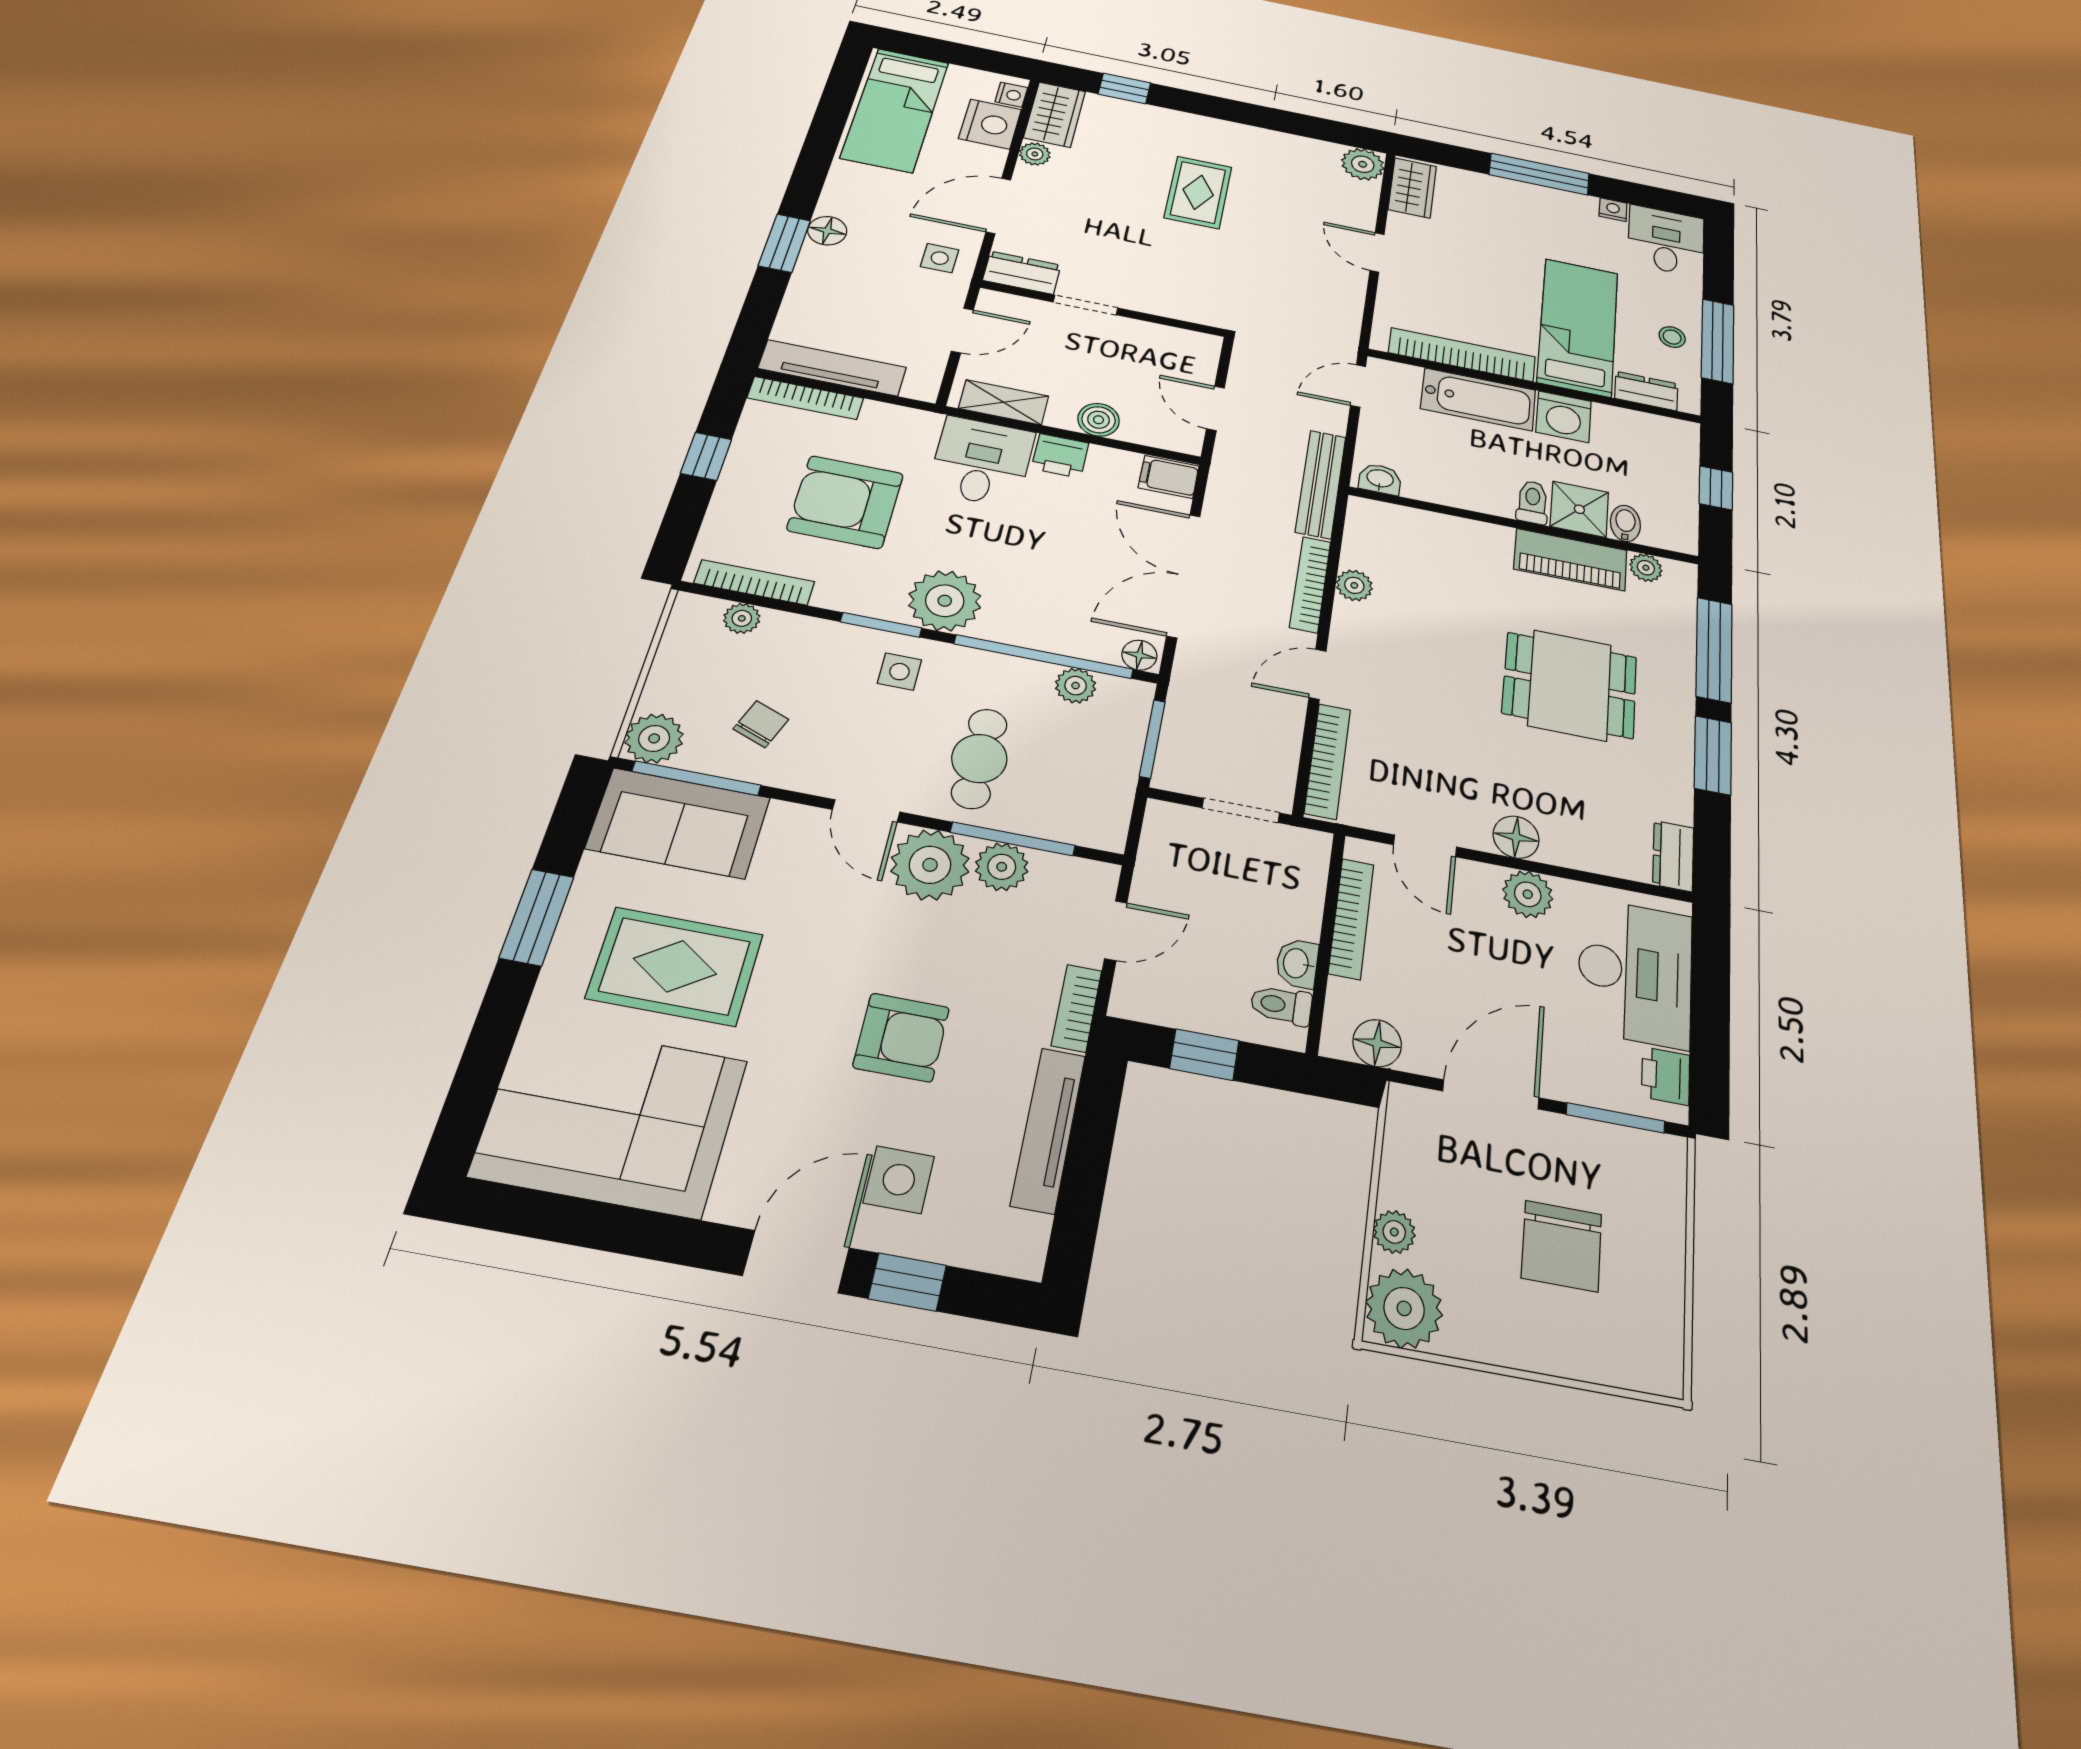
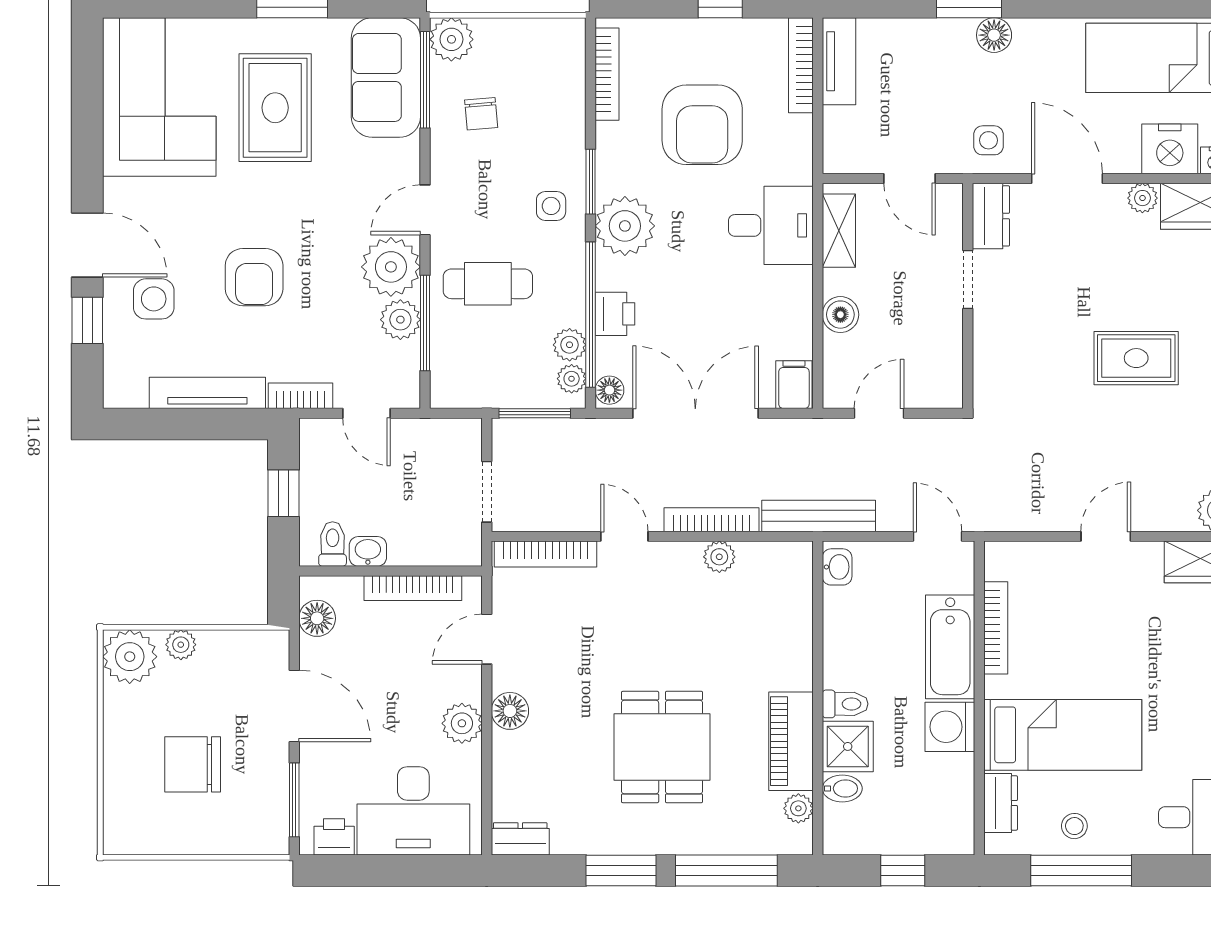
bookcase: (1462, 355) -> (996, 628), width x0.68, depth x0.76
tv unit: (832, 368) -> (839, 61), width x0.71
printer: (1060, 456) -> (615, 314), moved, turned 180
armchair: (845, 502) -> (702, 125), turned 180
plant: (742, 618) -> (572, 379), moved
chair: (761, 724) -> (481, 114), turned 64

